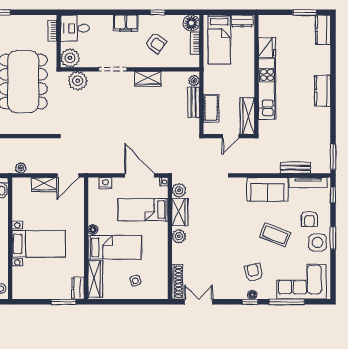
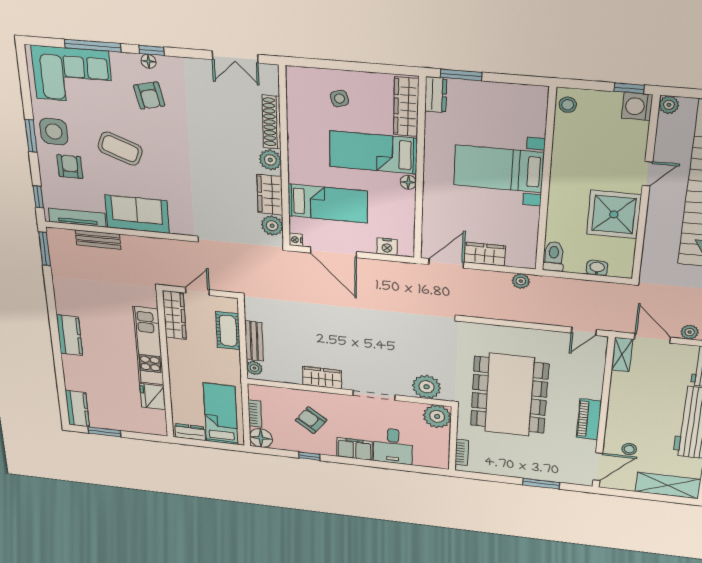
desk: (75, 28) -> (393, 446), moved, turned 90
shoe rack: (177, 282) -> (272, 122), moved

